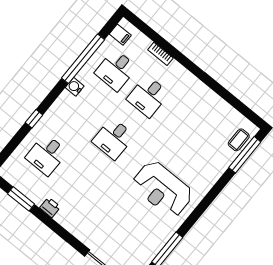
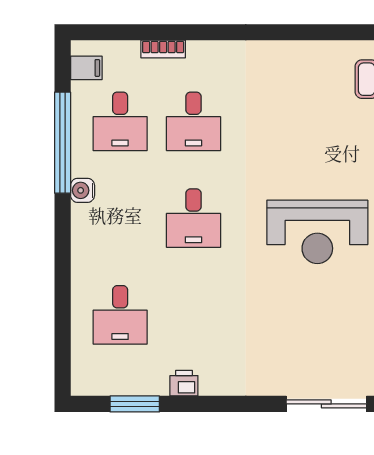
window: (34, 119) -> (63, 280), removed

